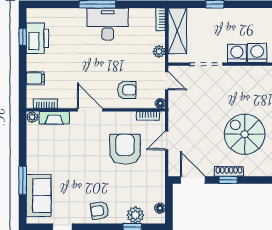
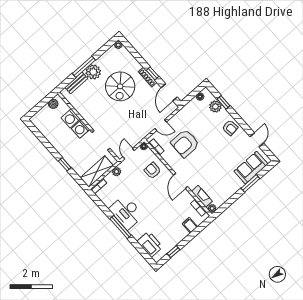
printer: (37, 38) -> (150, 244), moved, turned 90

